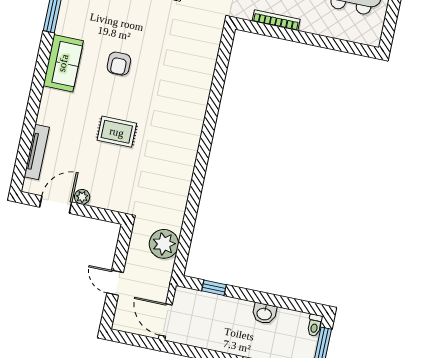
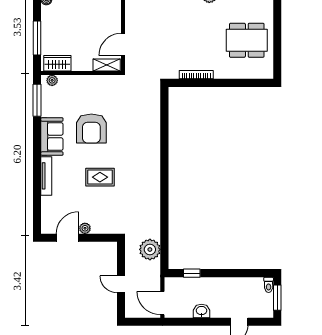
armchair: (119, 64) -> (91, 129), width x1.88, depth x1.88
tv unit: (37, 152) -> (46, 176), moved
washbasin: (264, 313) -> (201, 311), moved, turned 180

